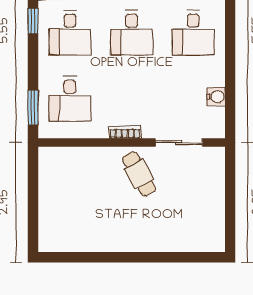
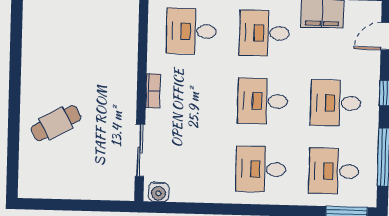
water cooler: (216, 97) -> (159, 192), moved
cafe table: (139, 174) -> (56, 123), moved

